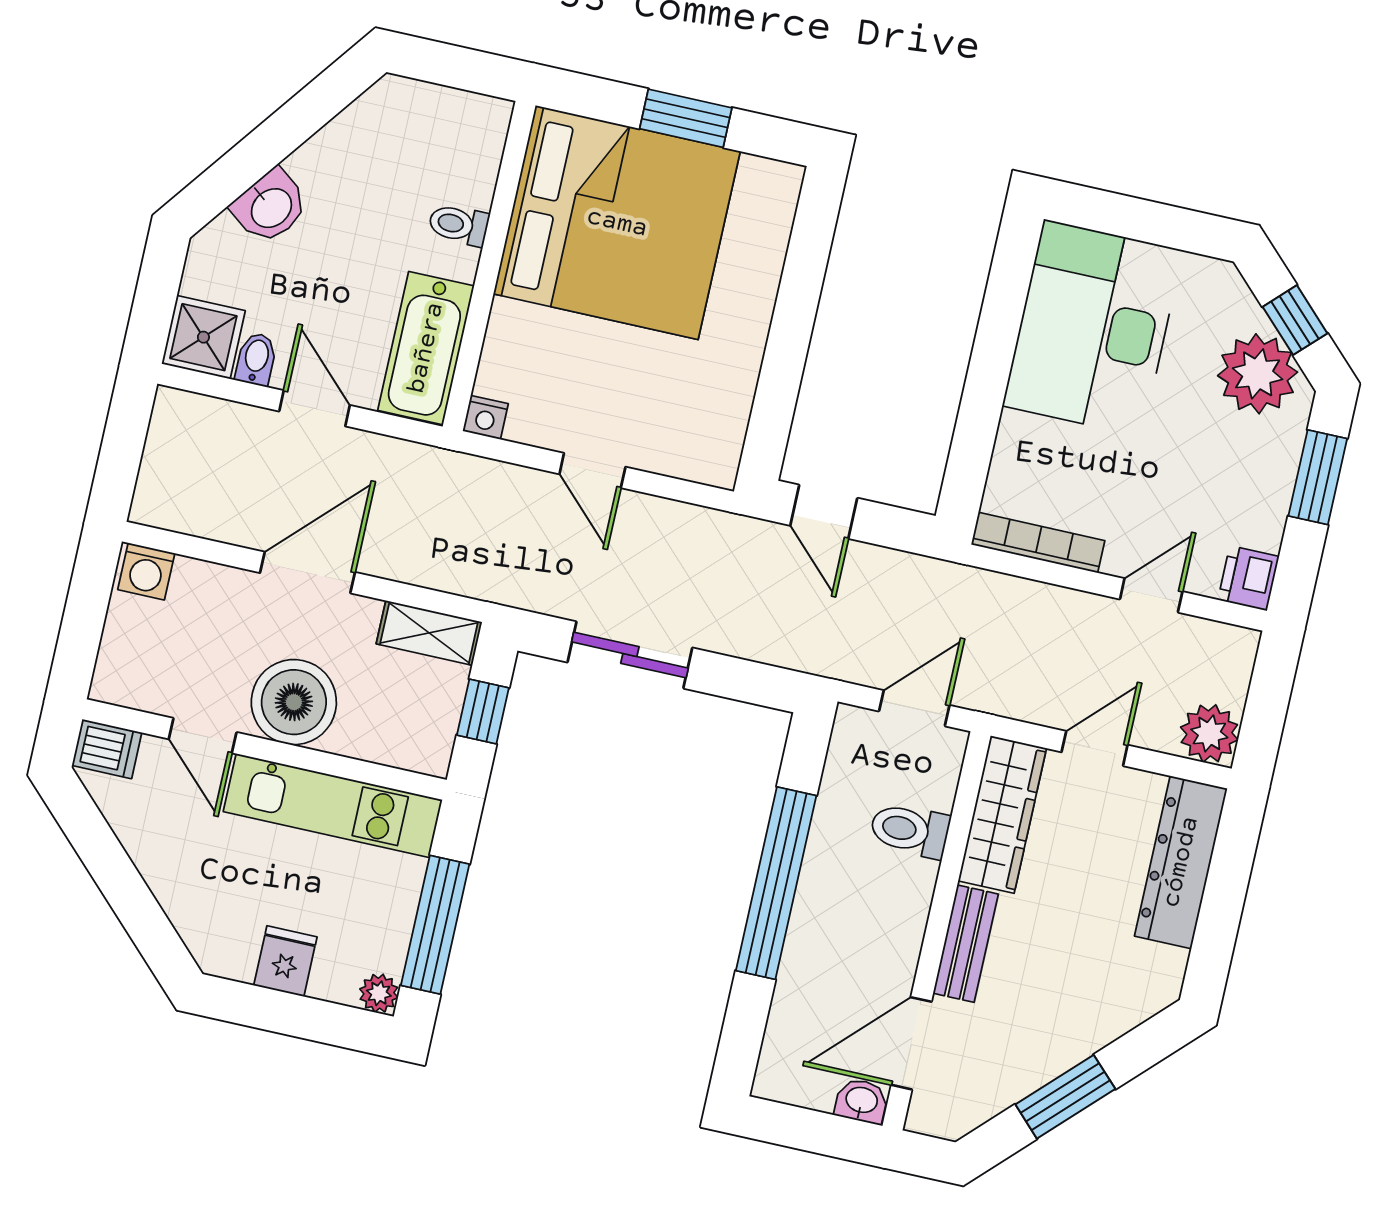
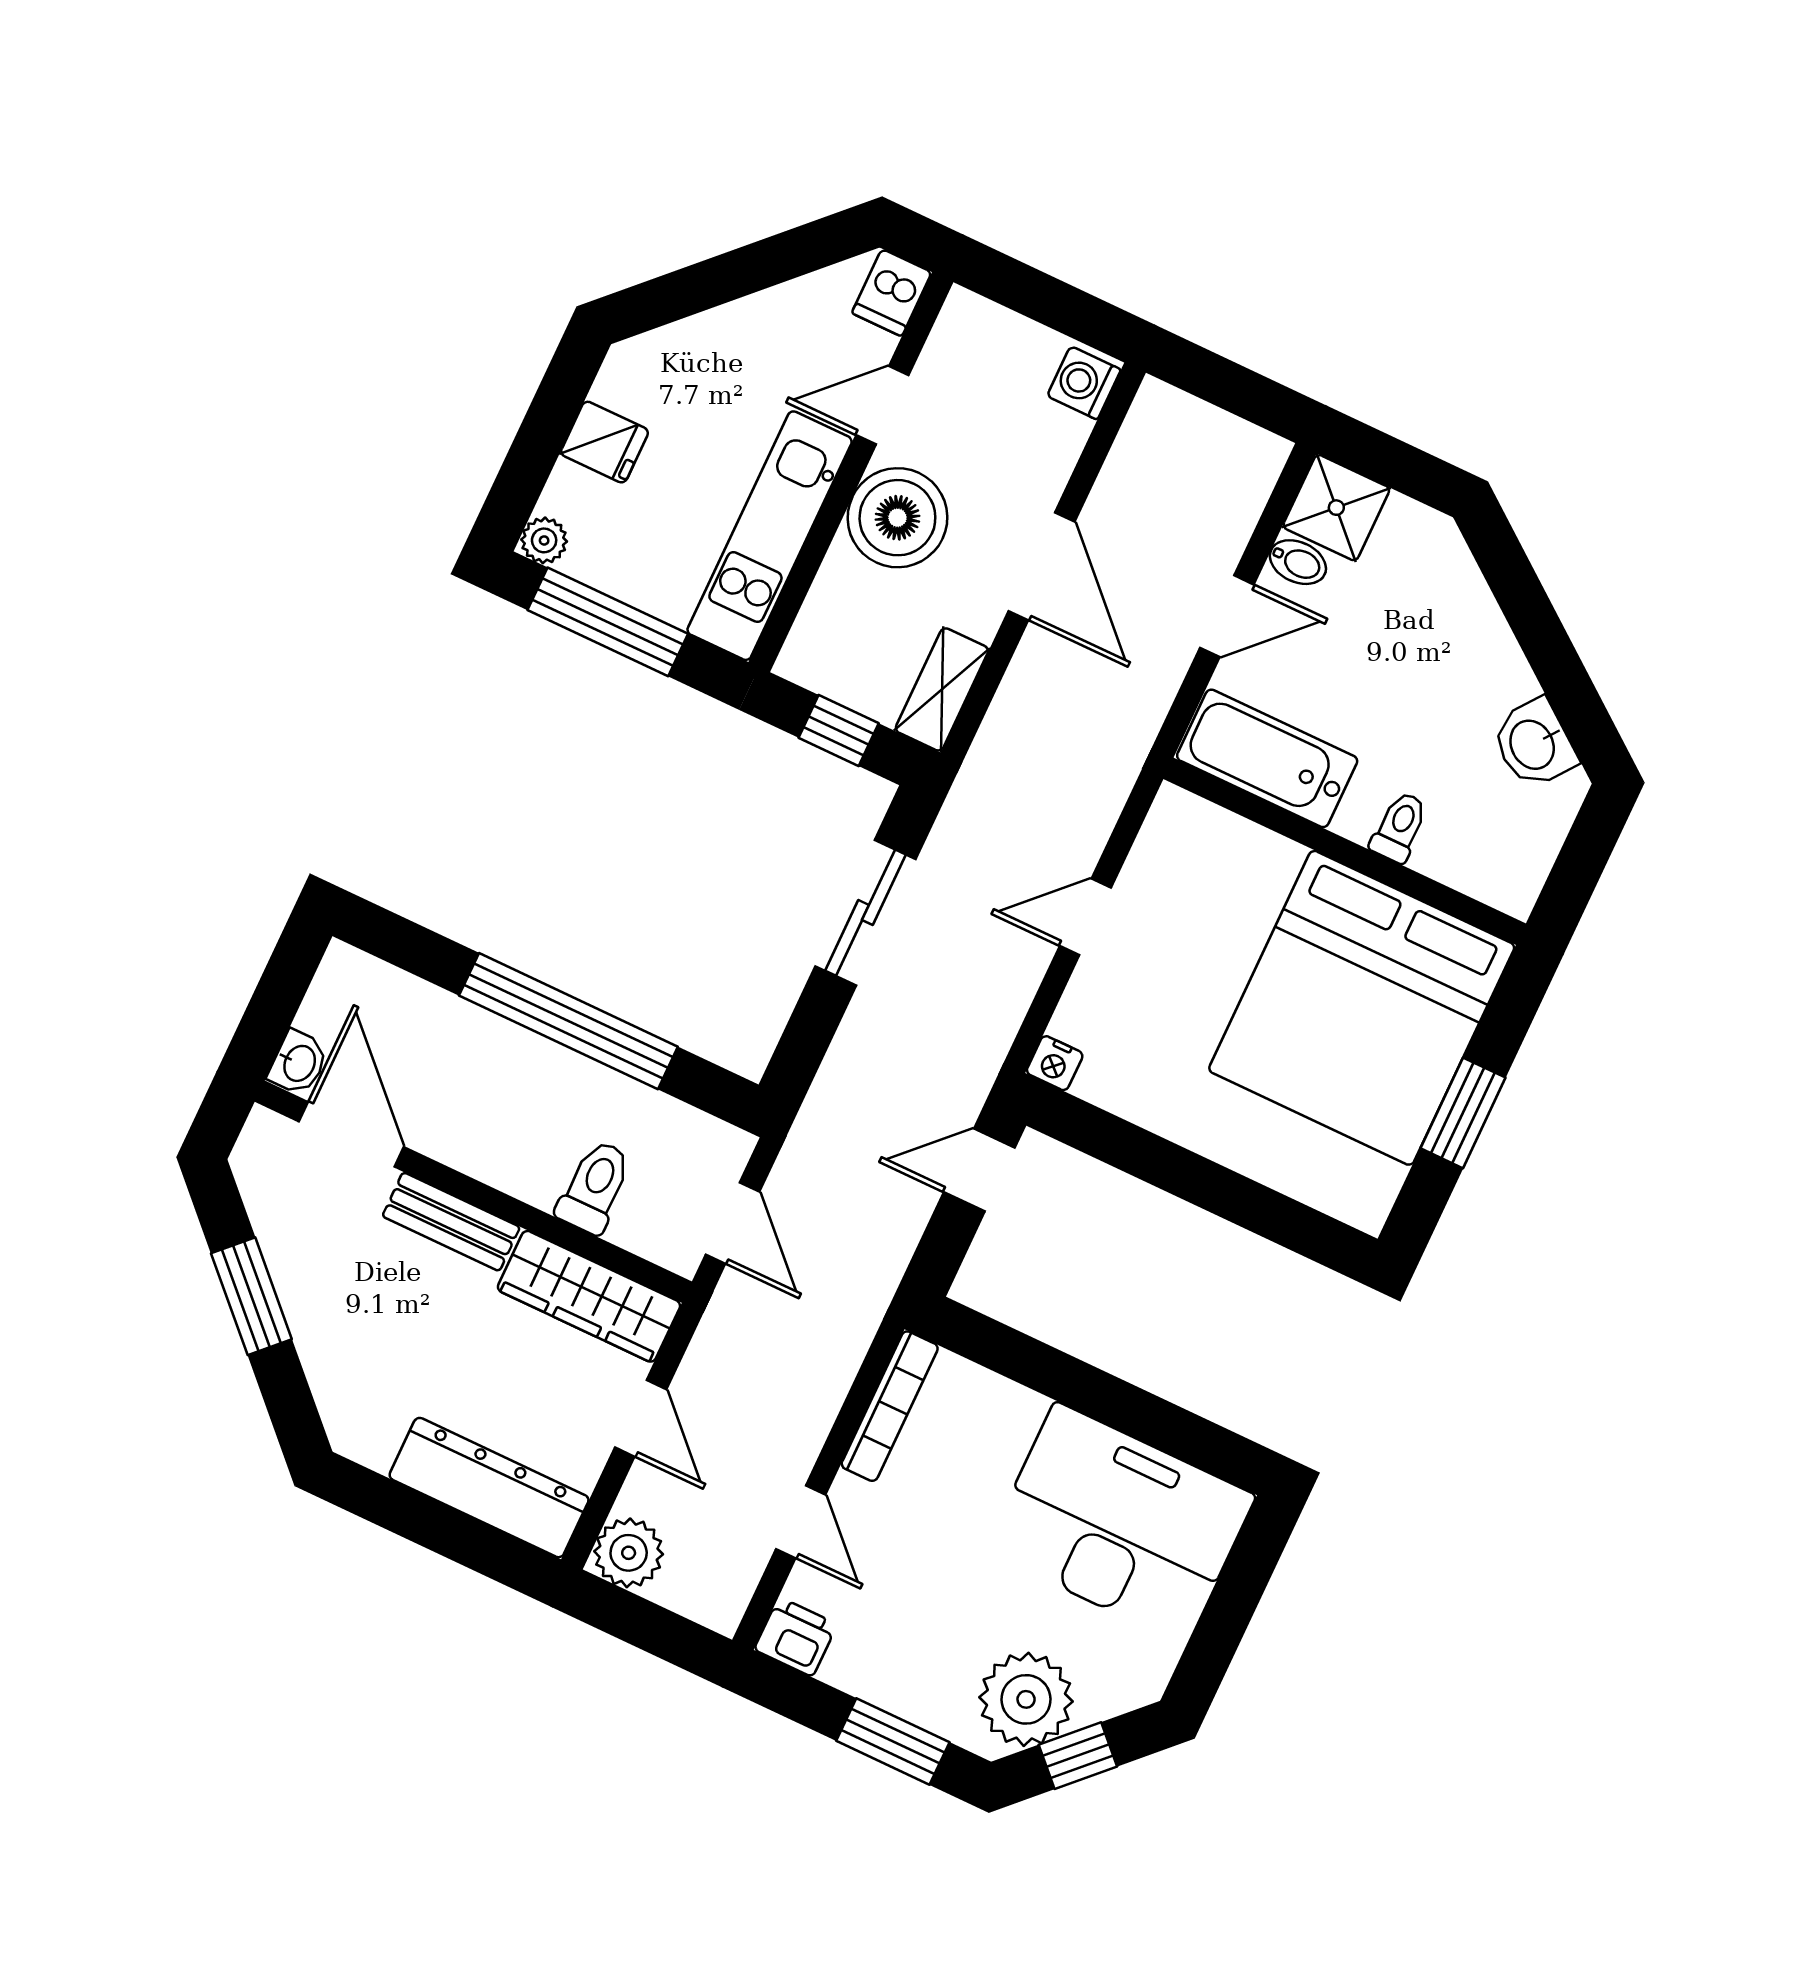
washbasin: (270, 207) -> (1534, 744), moved
nightstand: (486, 417) -> (1055, 1063), moved, turned -90

